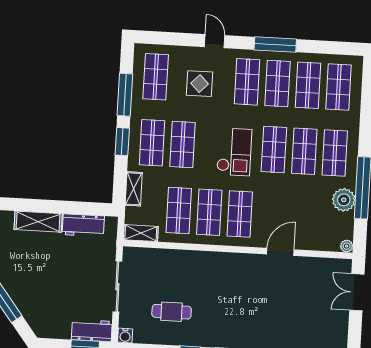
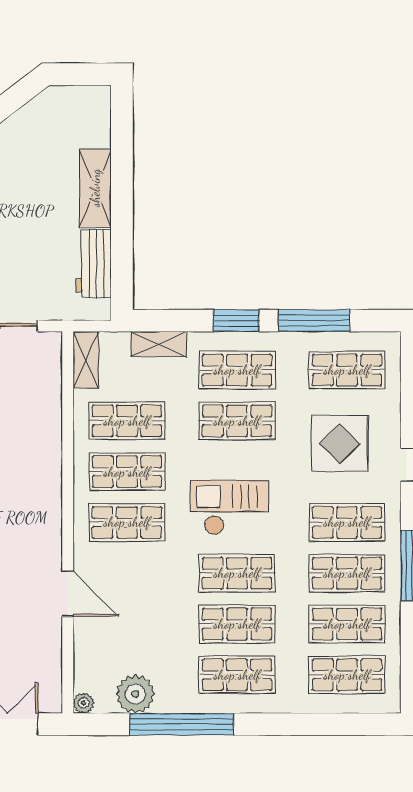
display table: (200, 84) -> (340, 444), width x1.36, depth x1.36
checkout: (234, 152) -> (230, 508), turned 180
plant: (344, 200) -> (135, 694), moved

